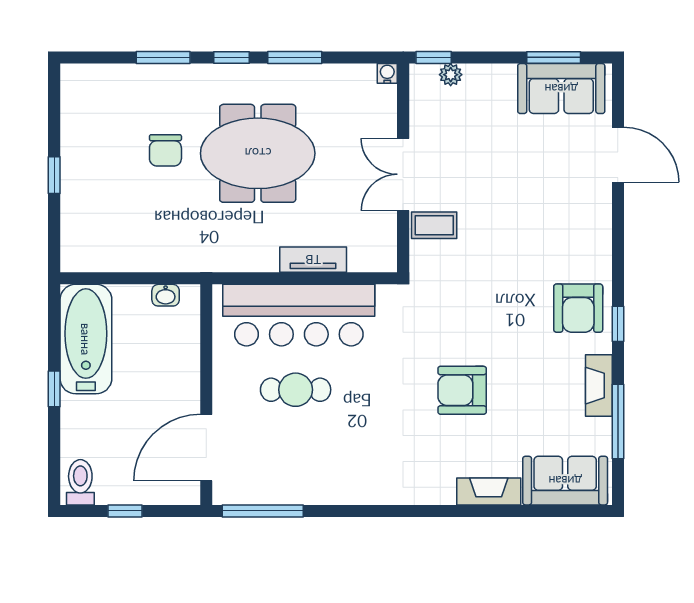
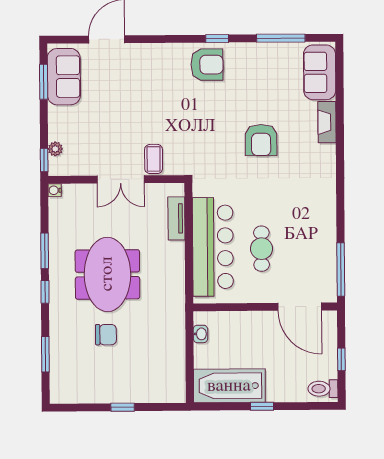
window: (163, 57) -> (45, 354), moved
tv unit: (313, 260) -> (176, 218), moved
fireplace: (599, 386) -> (257, 51), removed

